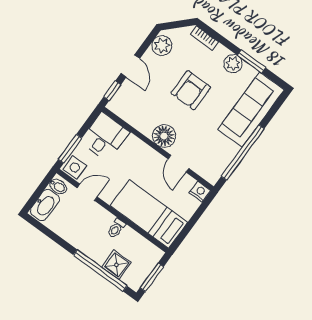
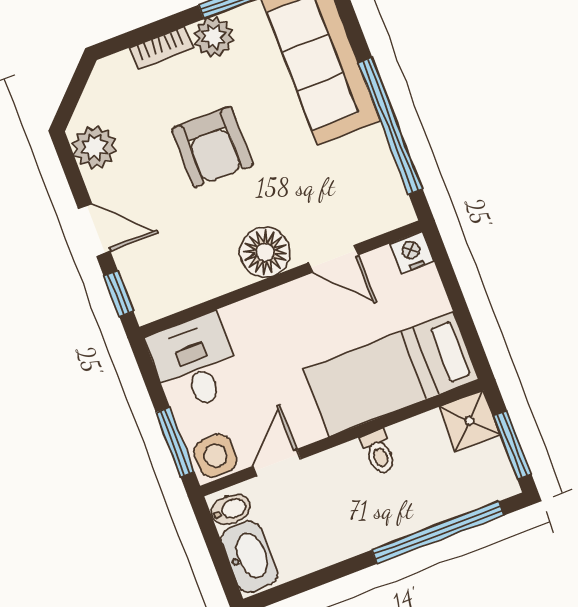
bookcase: (204, 38) -> (161, 48), moved
shower: (116, 265) -> (469, 421), moved

